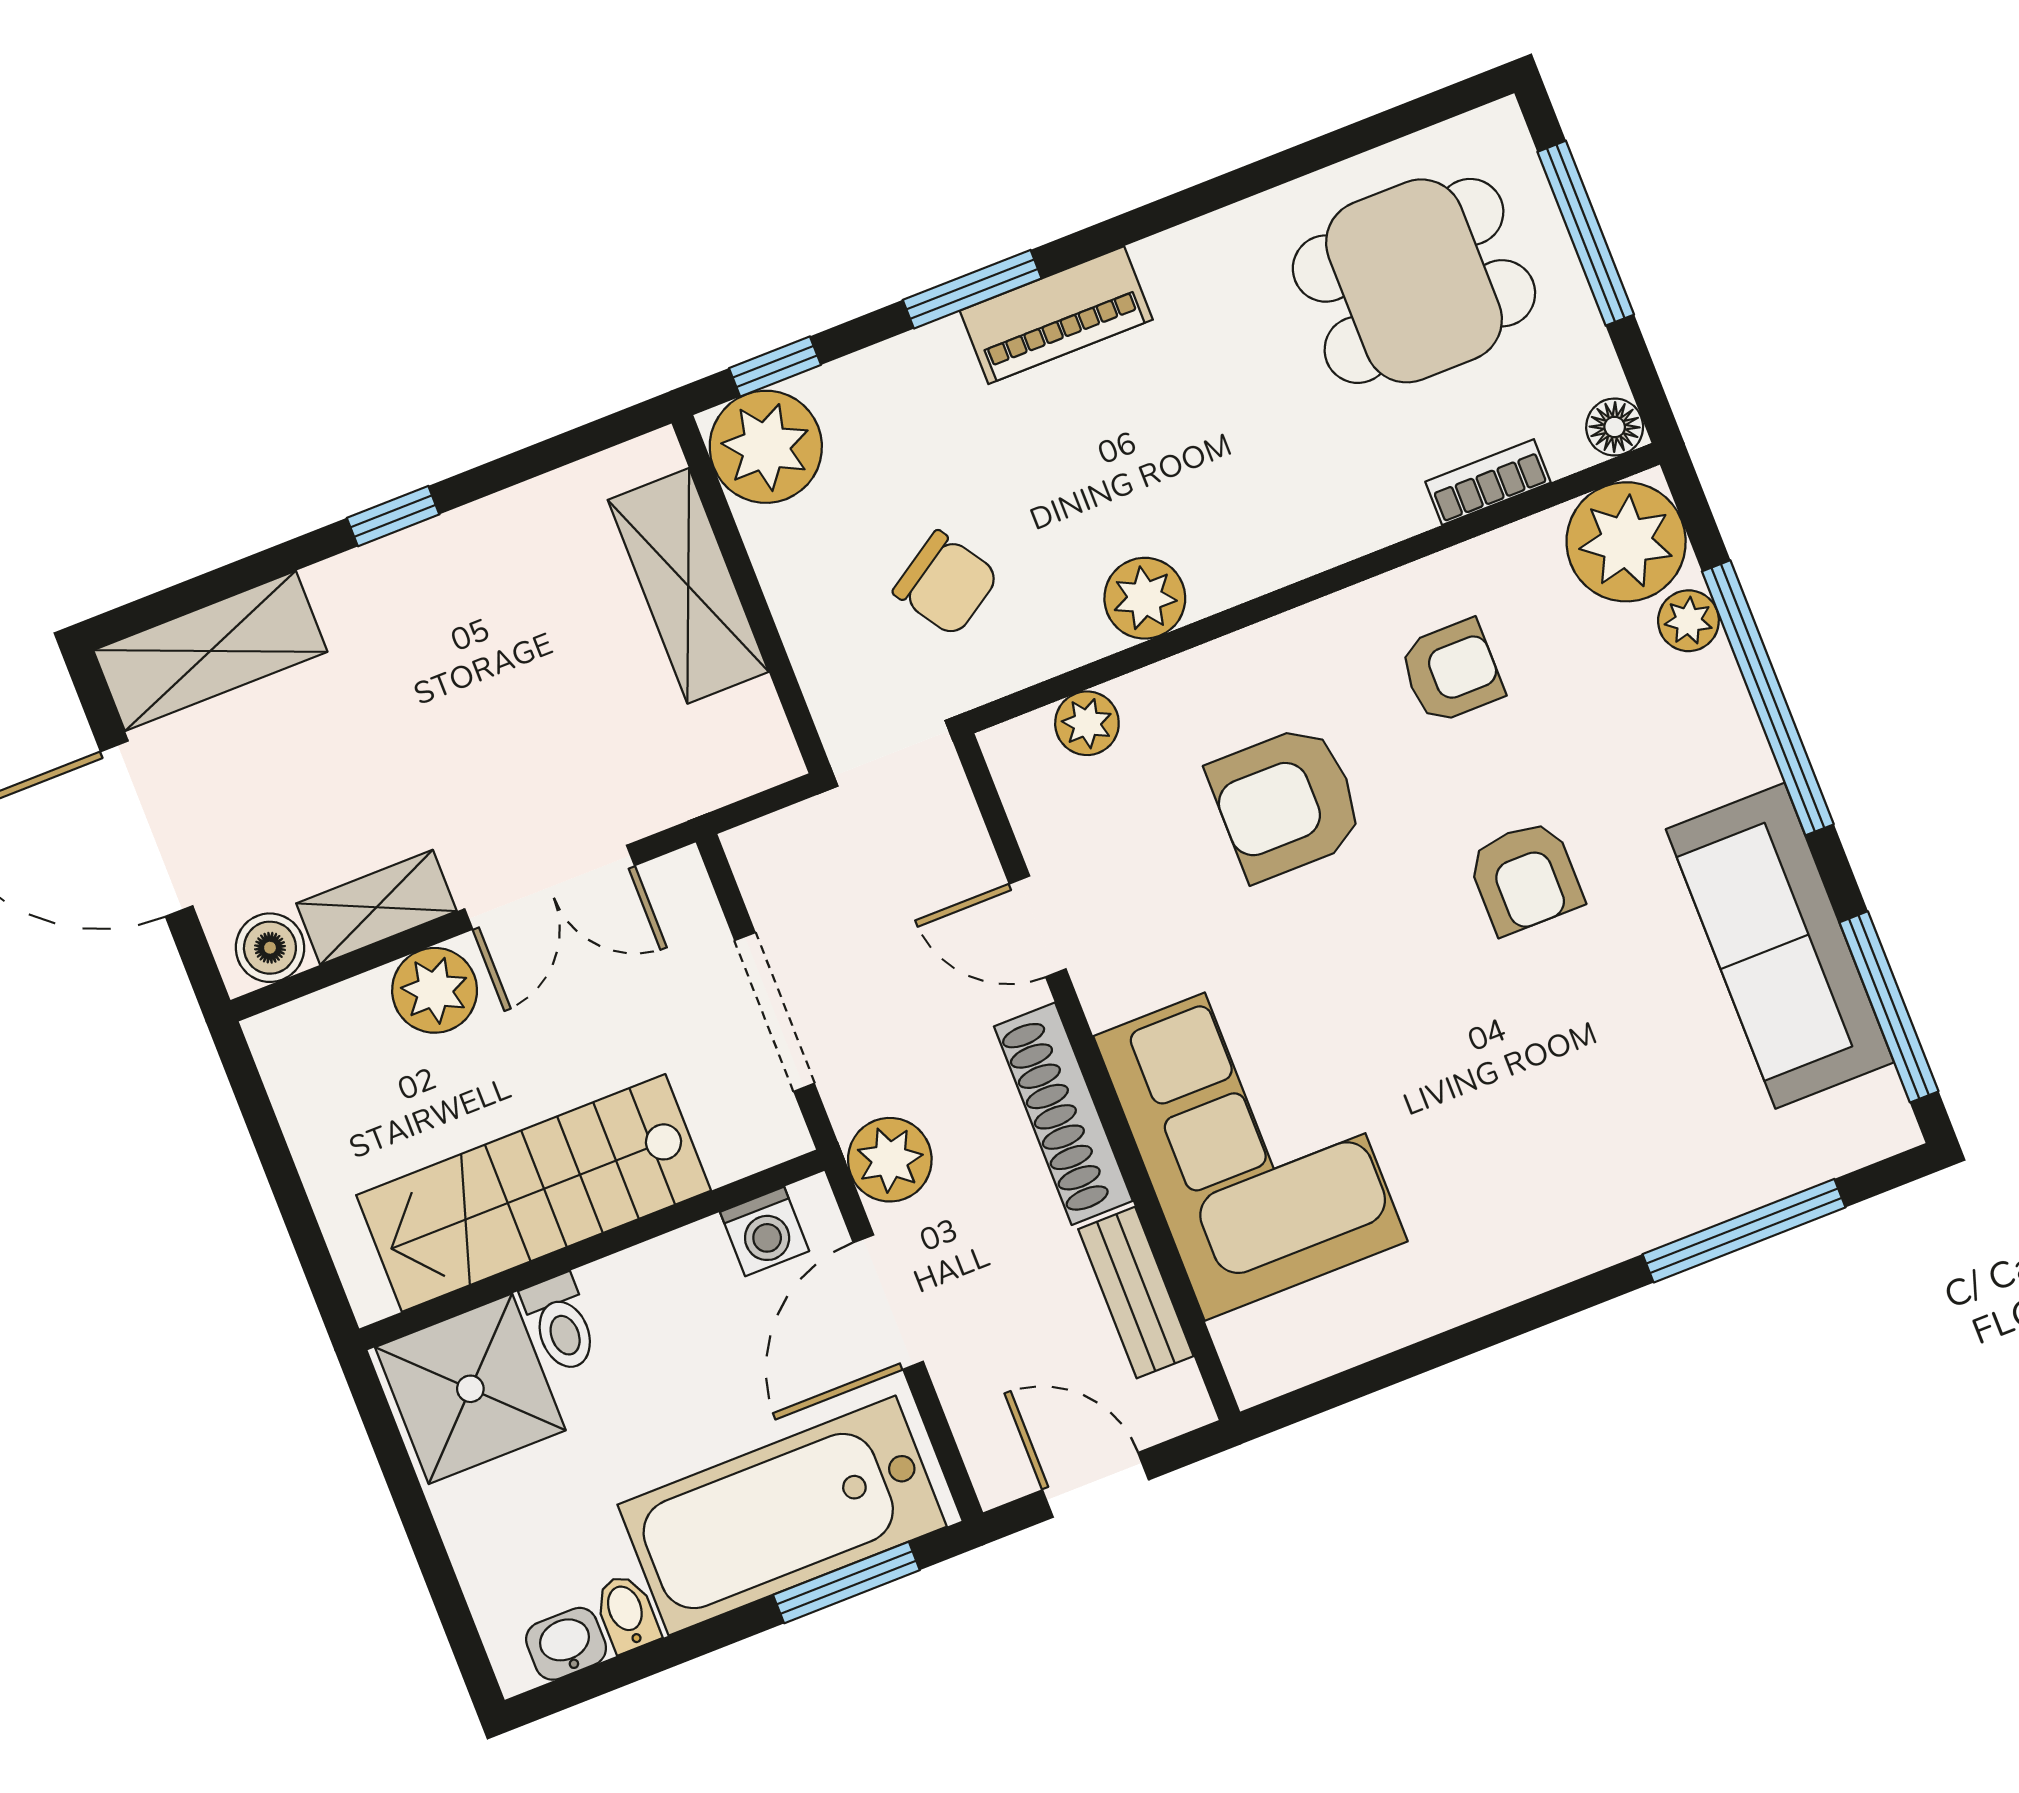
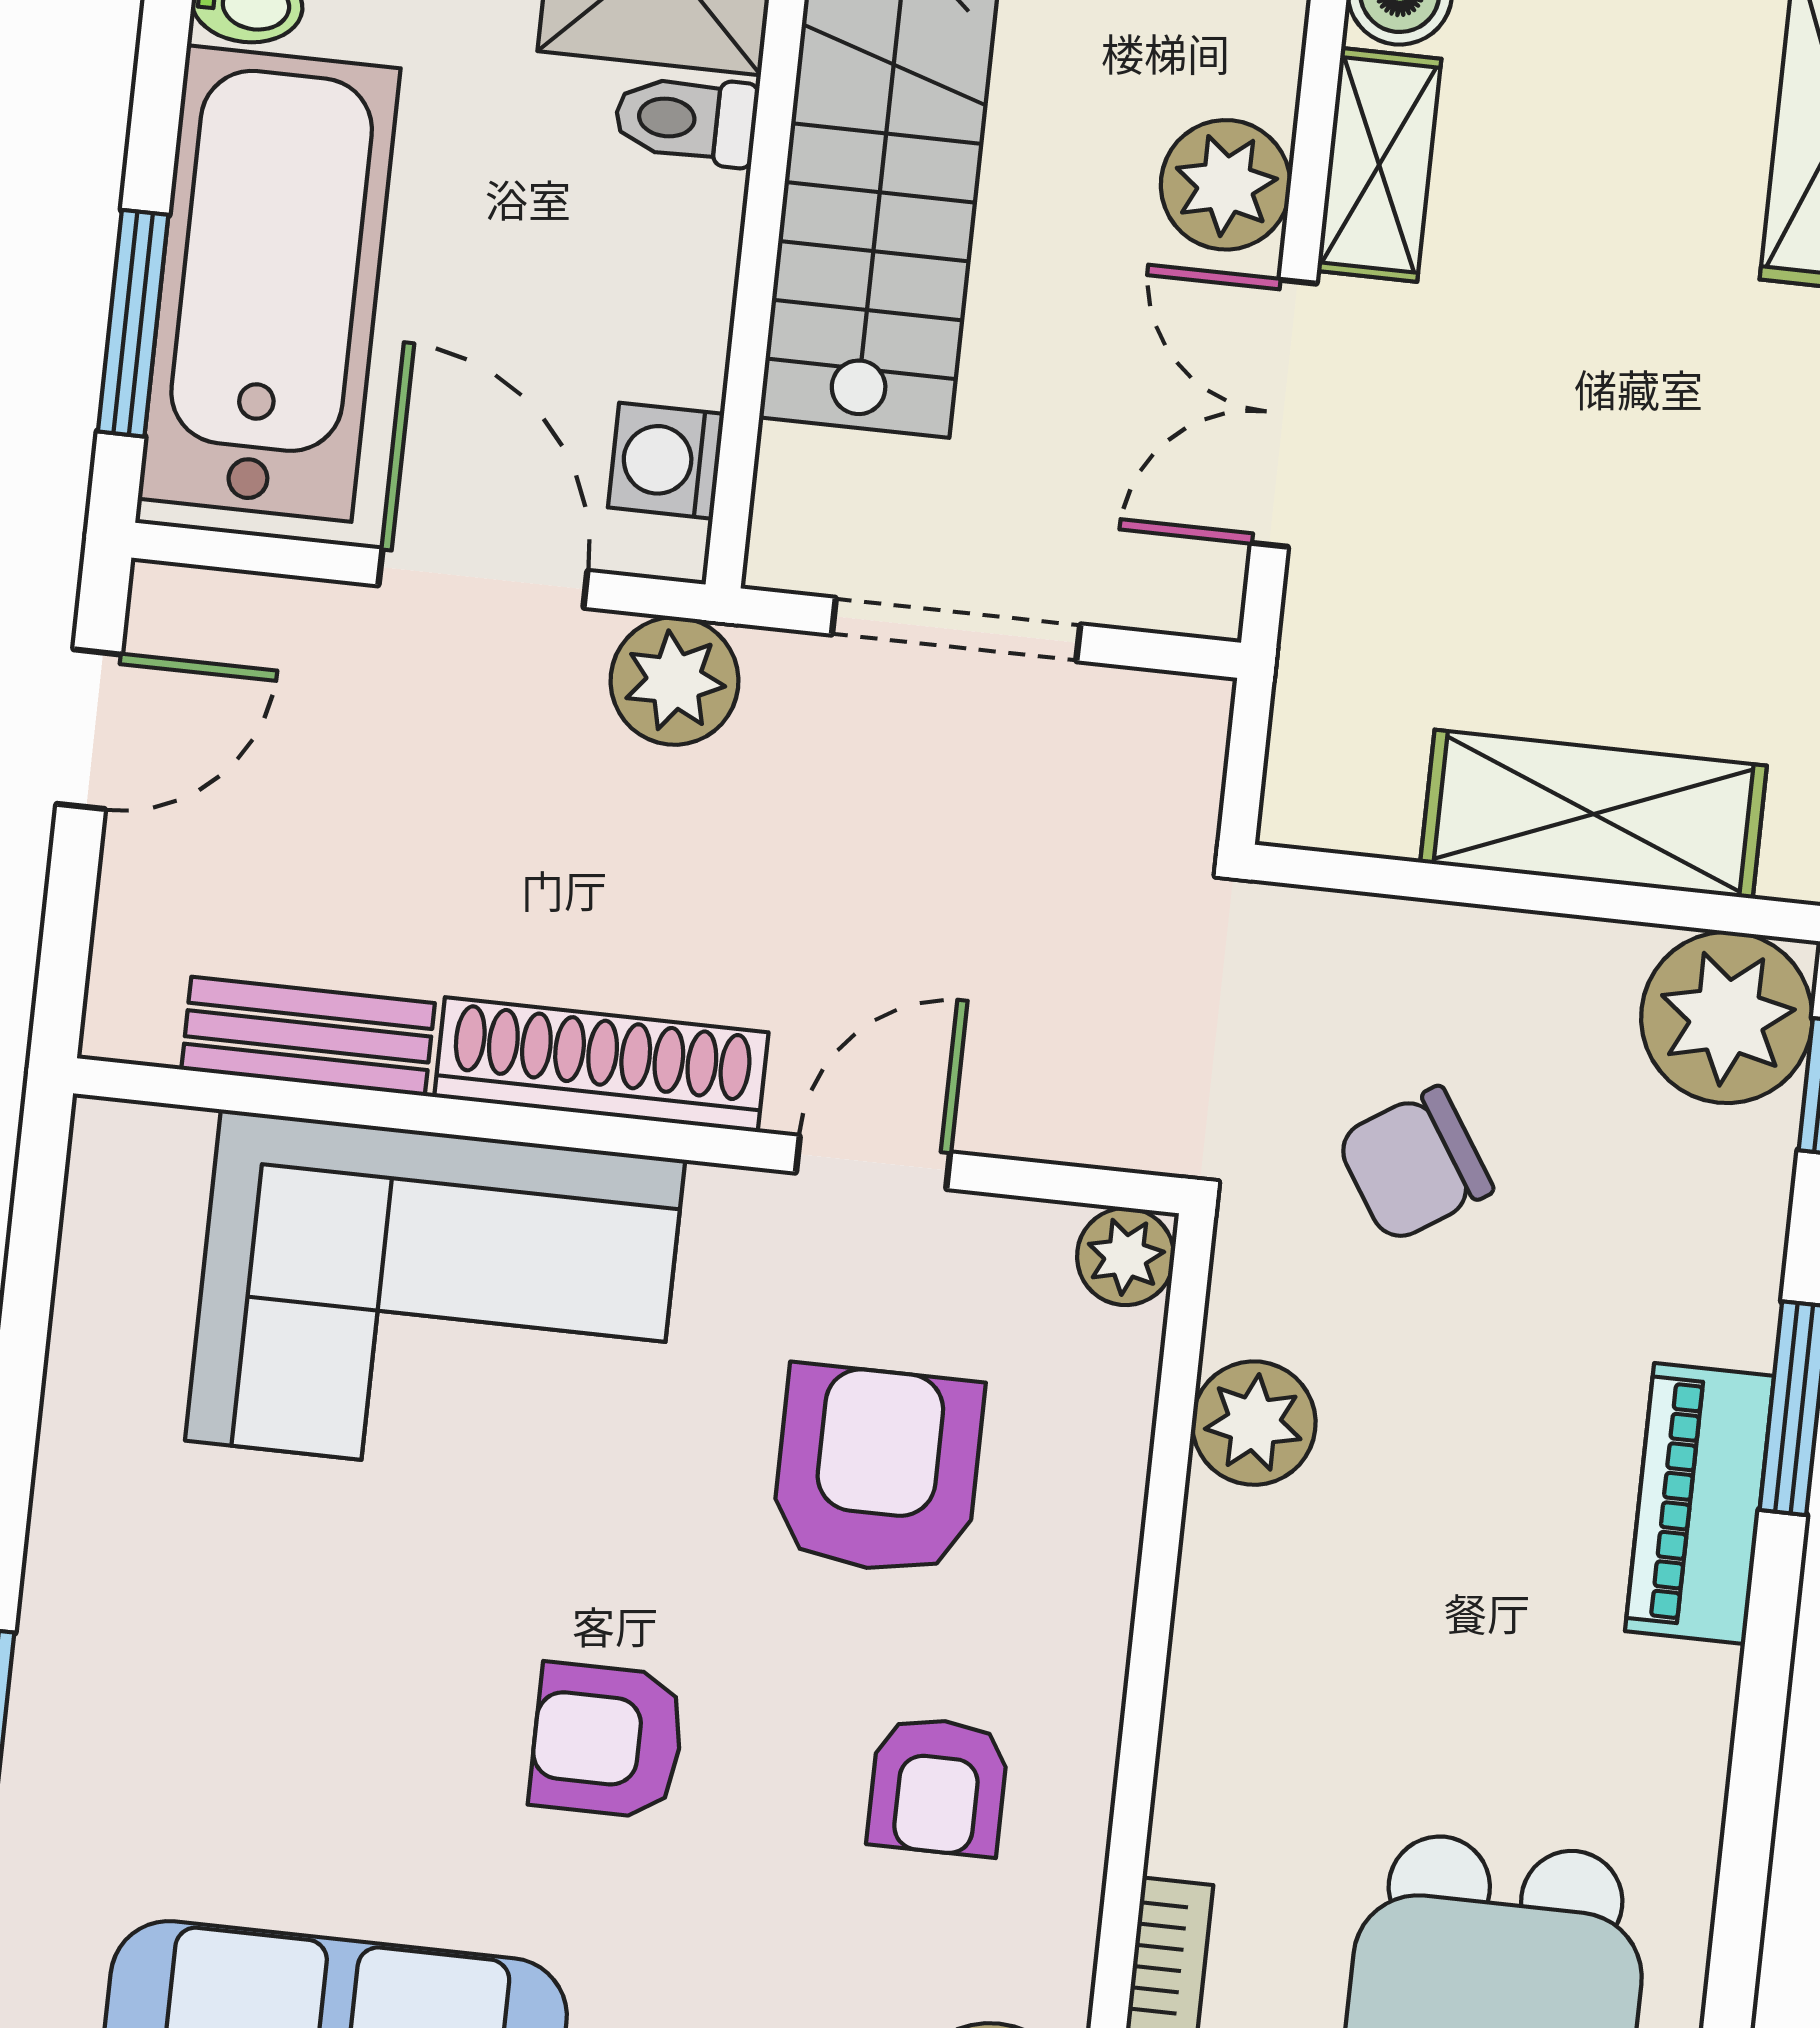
door: (1038, 926) -> (873, 1162), moved
wall: (1097, 1077) -> (628, 1136), moved
shoe rack: (1063, 1114) -> (601, 1065), moved
corner sofa: (1250, 1139) -> (435, 1300), moved
bench: (1136, 1293) -> (308, 1036), moved

